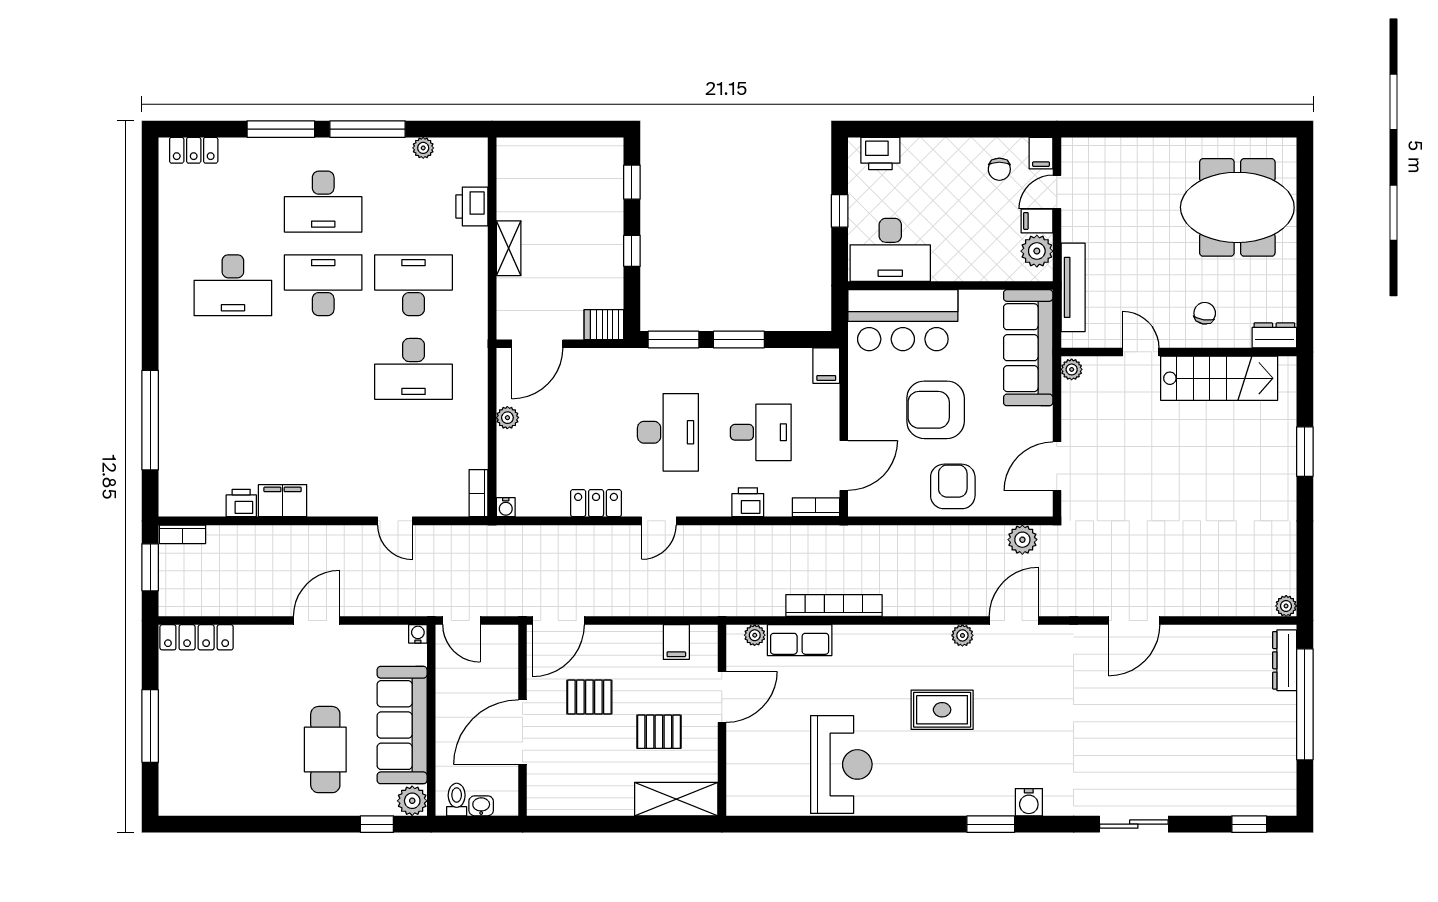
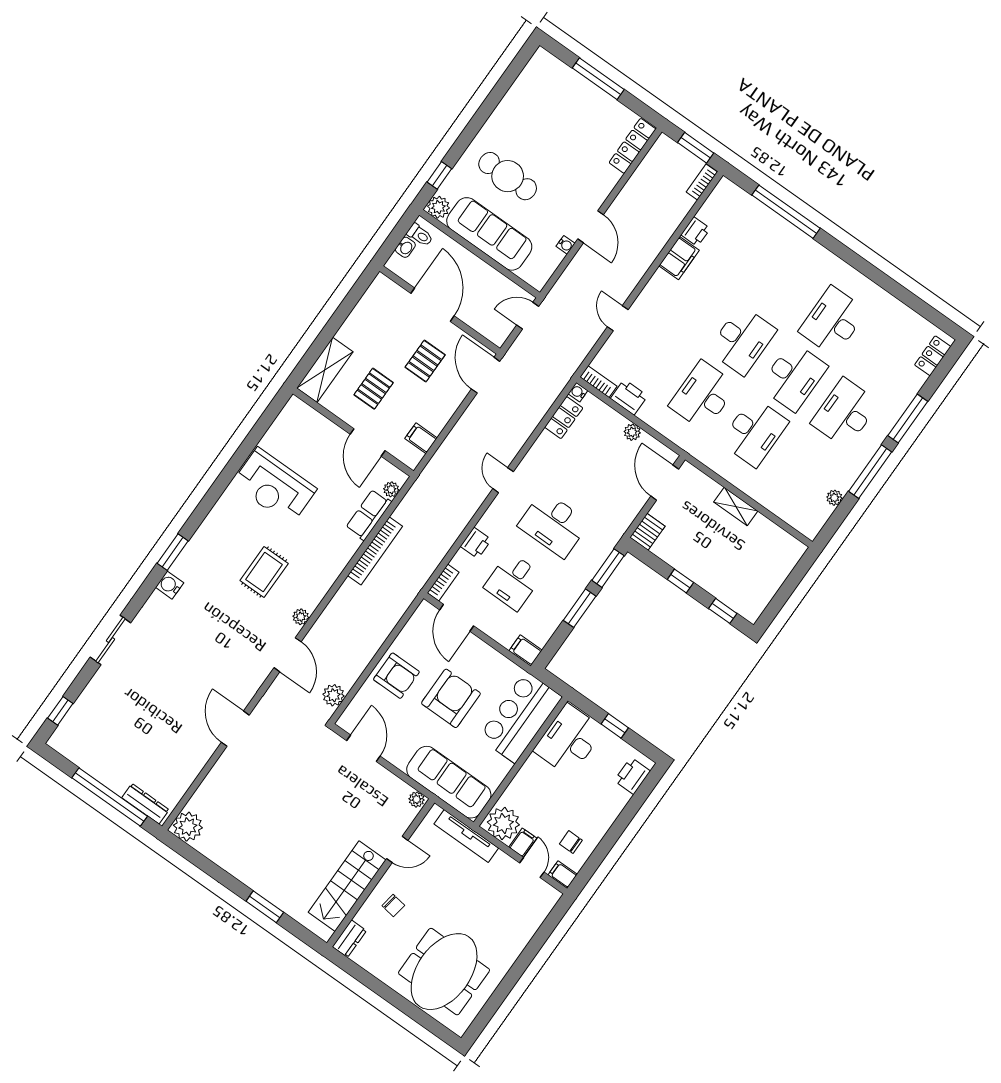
printer: (472, 206) -> (629, 397), moved
plant: (1037, 251) -> (503, 823), width x1.36, depth x1.36
desk: (323, 369) -> (742, 340), added
locker: (596, 503) -> (564, 418), moved
door: (395, 521) -> (618, 318), hinge flipped
plant: (1286, 606) -> (188, 827), width x1.88, depth x1.88
water cooler: (418, 634) -> (566, 245), moved

